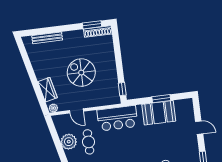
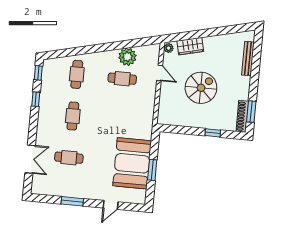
window: (122, 89) -> (213, 133), moved
door: (76, 111) -> (160, 73), swing flipped
booth: (159, 113) -> (132, 163), width x1.36, depth x1.42
bar counter: (117, 118) -> (141, 117), removed

